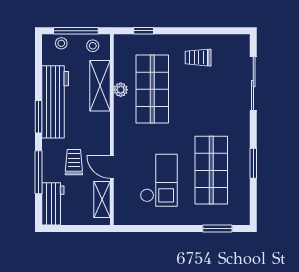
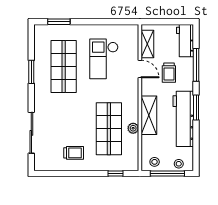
shelving: (100, 86) -> (149, 115), moved

